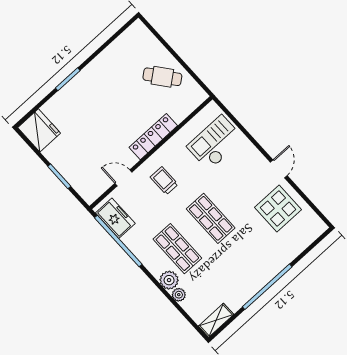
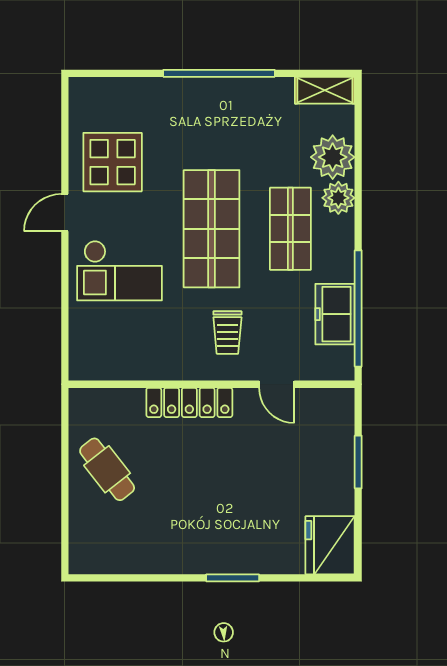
checkout: (215, 143) -> (120, 271), moved
freezer: (115, 218) -> (335, 314), moved
shop shelf: (211, 218) -> (212, 229), width x1.43, depth x1.36
plant: (179, 295) -> (333, 157), width x1.87, depth x1.87

